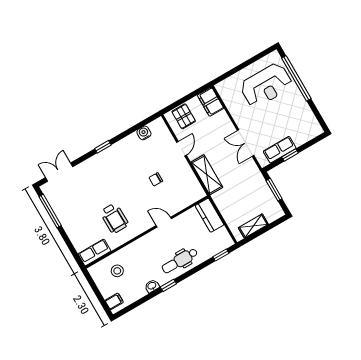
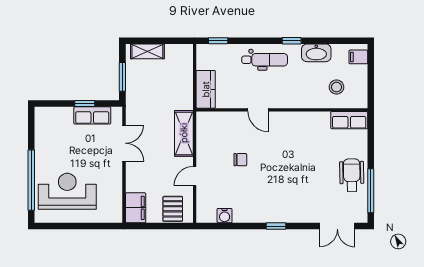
wheelchair: (114, 218) -> (352, 175), moved
shelving: (253, 226) -> (147, 51), moved
washbasin: (152, 286) -> (316, 53), width x1.91, depth x1.45

